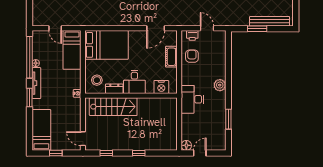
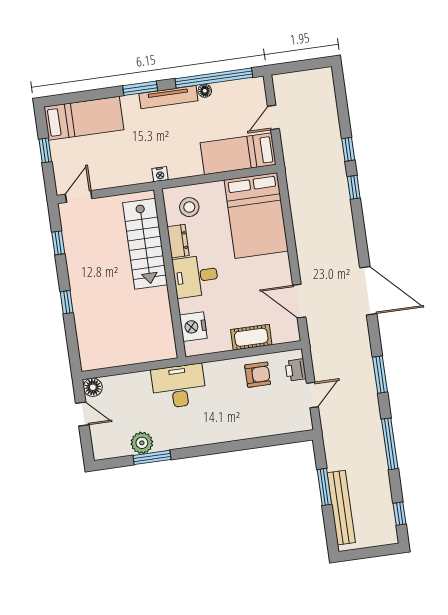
plant: (220, 85) -> (142, 443), moved

